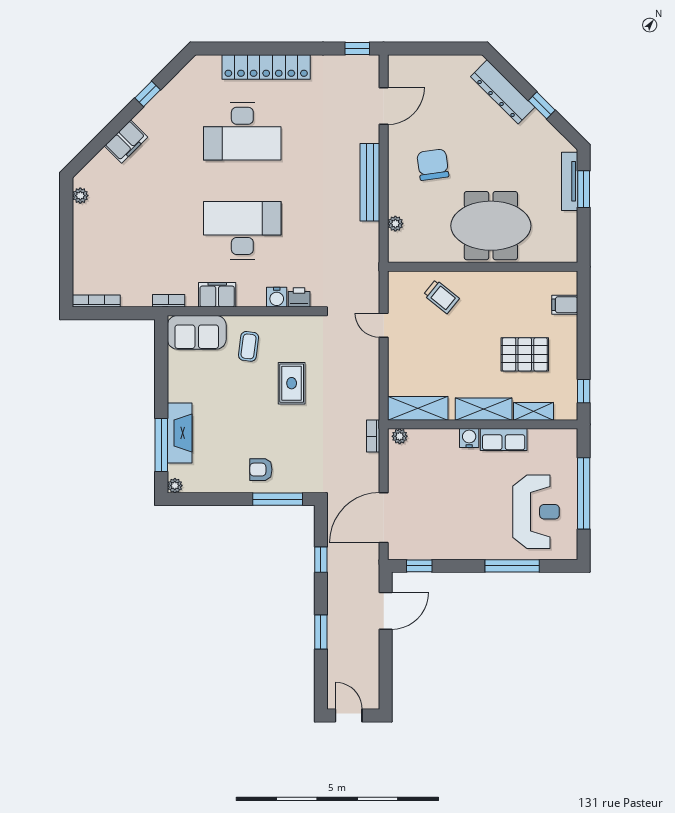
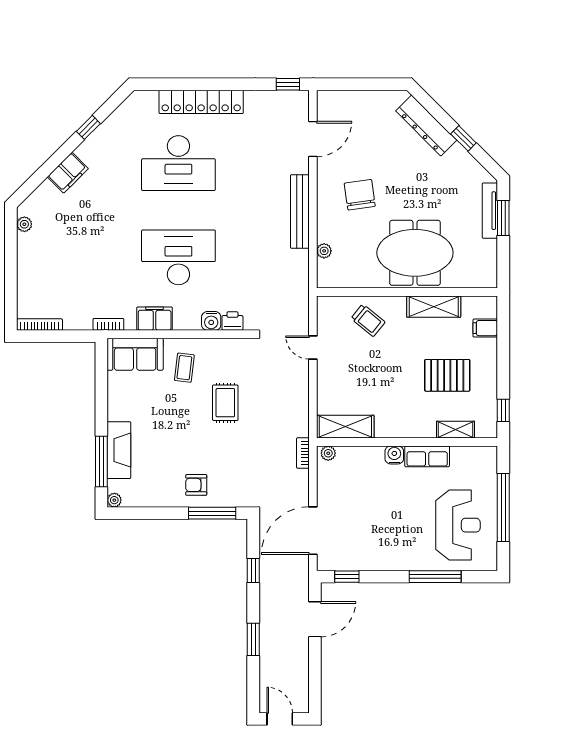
shelving: (484, 409) -> (434, 307), moved

